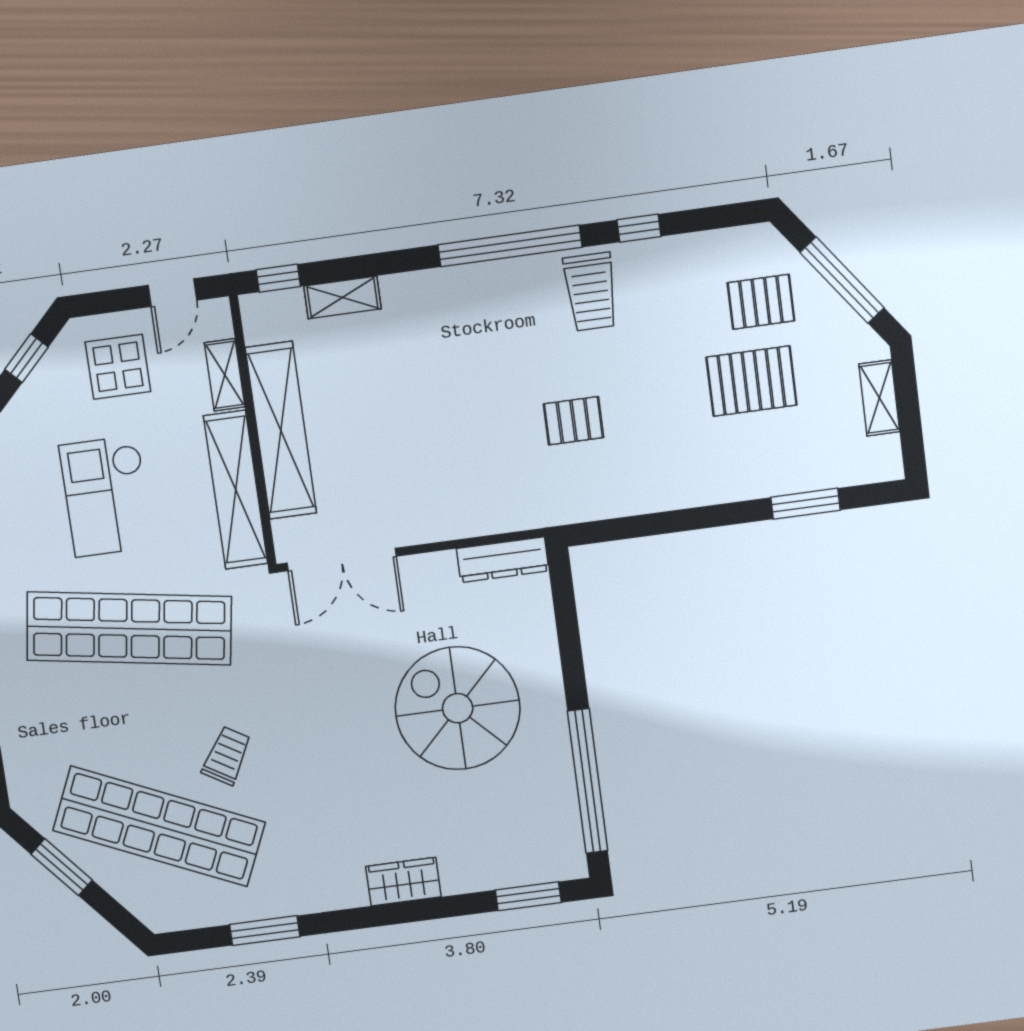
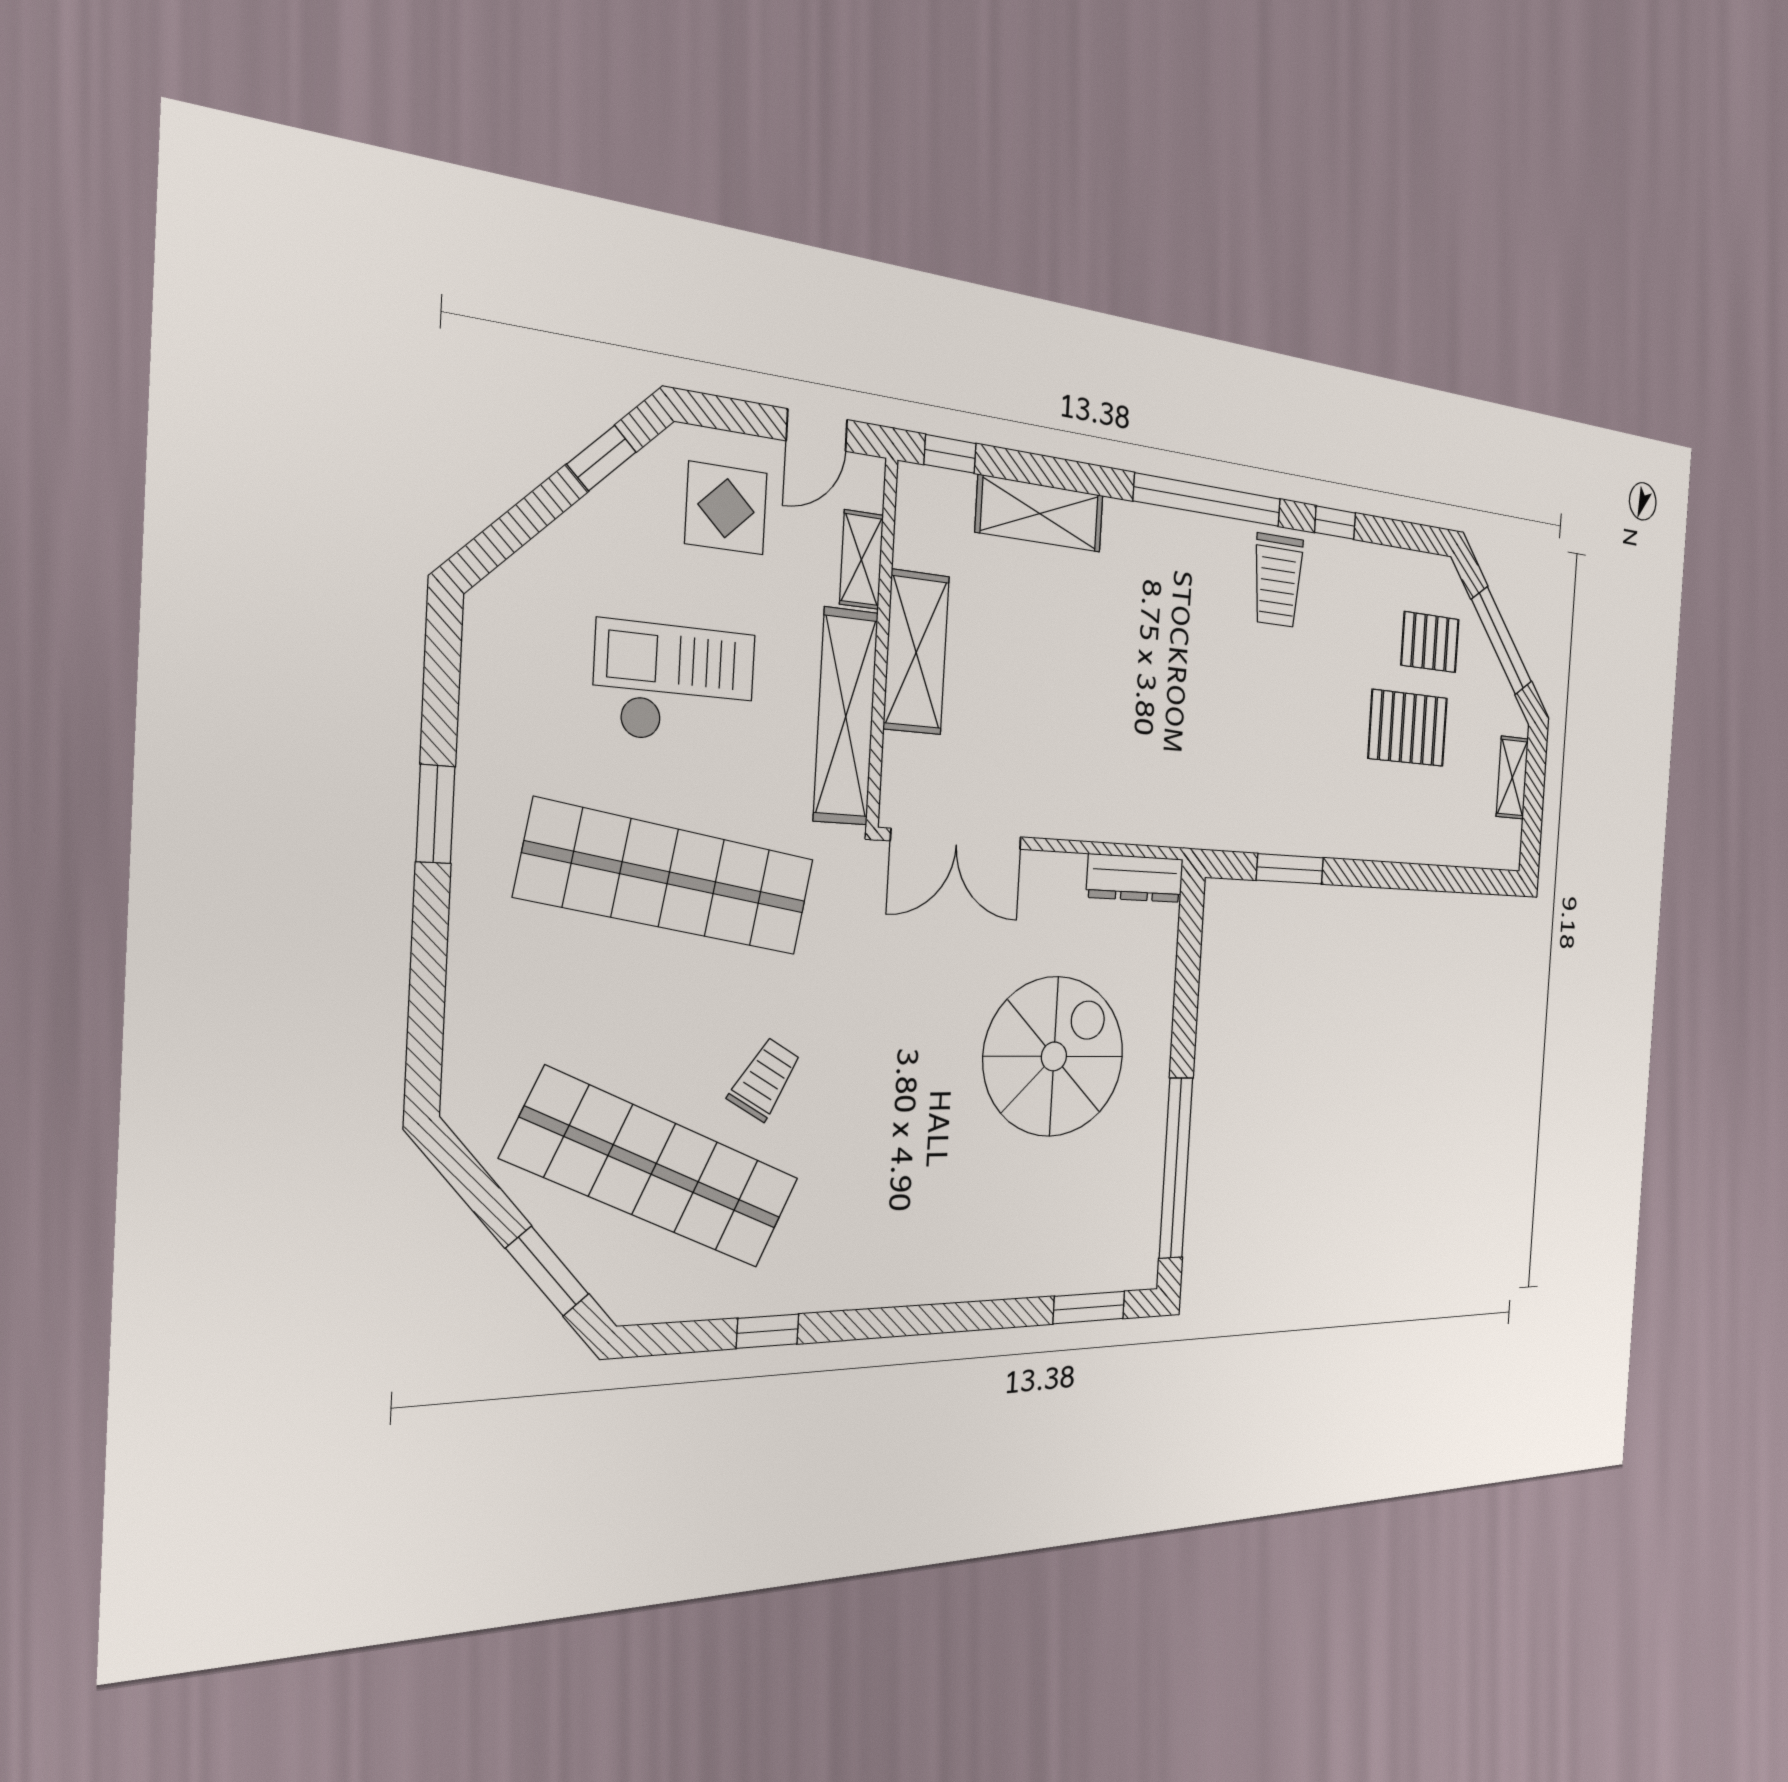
shelving: (342, 297) -> (1040, 514), width x1.50, depth x1.33
pallet: (573, 421) -> (1236, 727), removed
shelving: (281, 430) -> (916, 652), width x0.68
checkout: (106, 496) -> (674, 684), turned 90
window: (805, 504) -> (1290, 869), moved
spiral stairs: (458, 708) -> (1054, 1056), turned 90
window: (62, 867) -> (547, 1271), moved
wardrobe: (403, 882) -> (952, 1277), removed
window: (265, 931) -> (768, 1331), width x0.67

